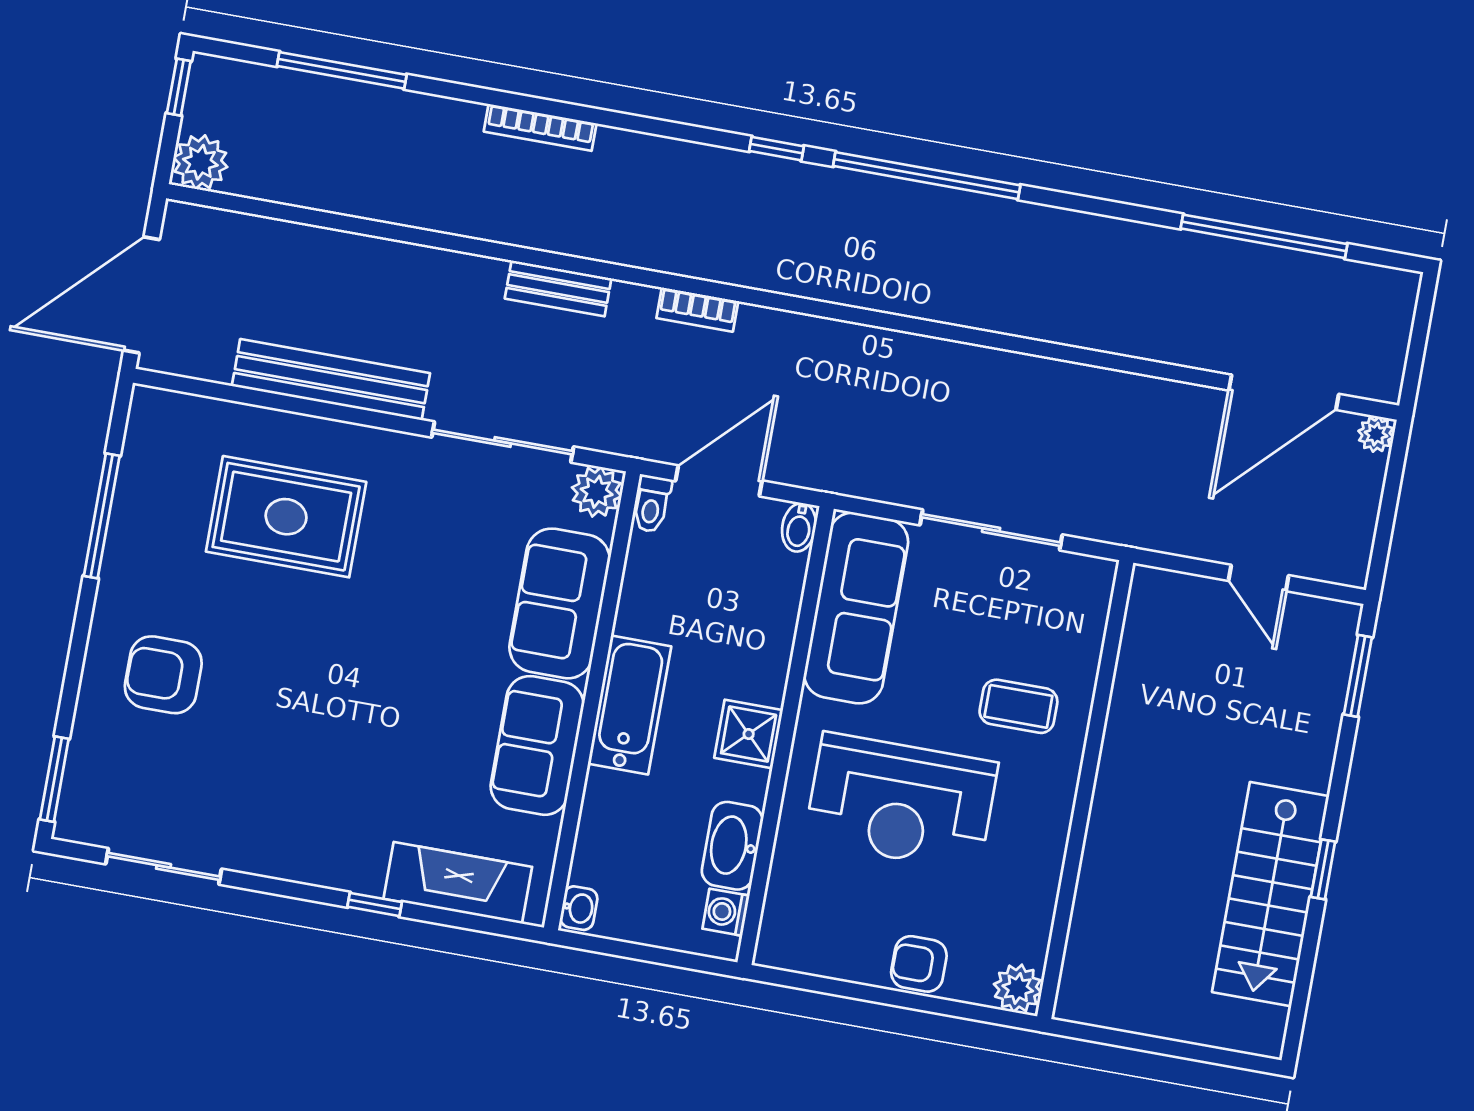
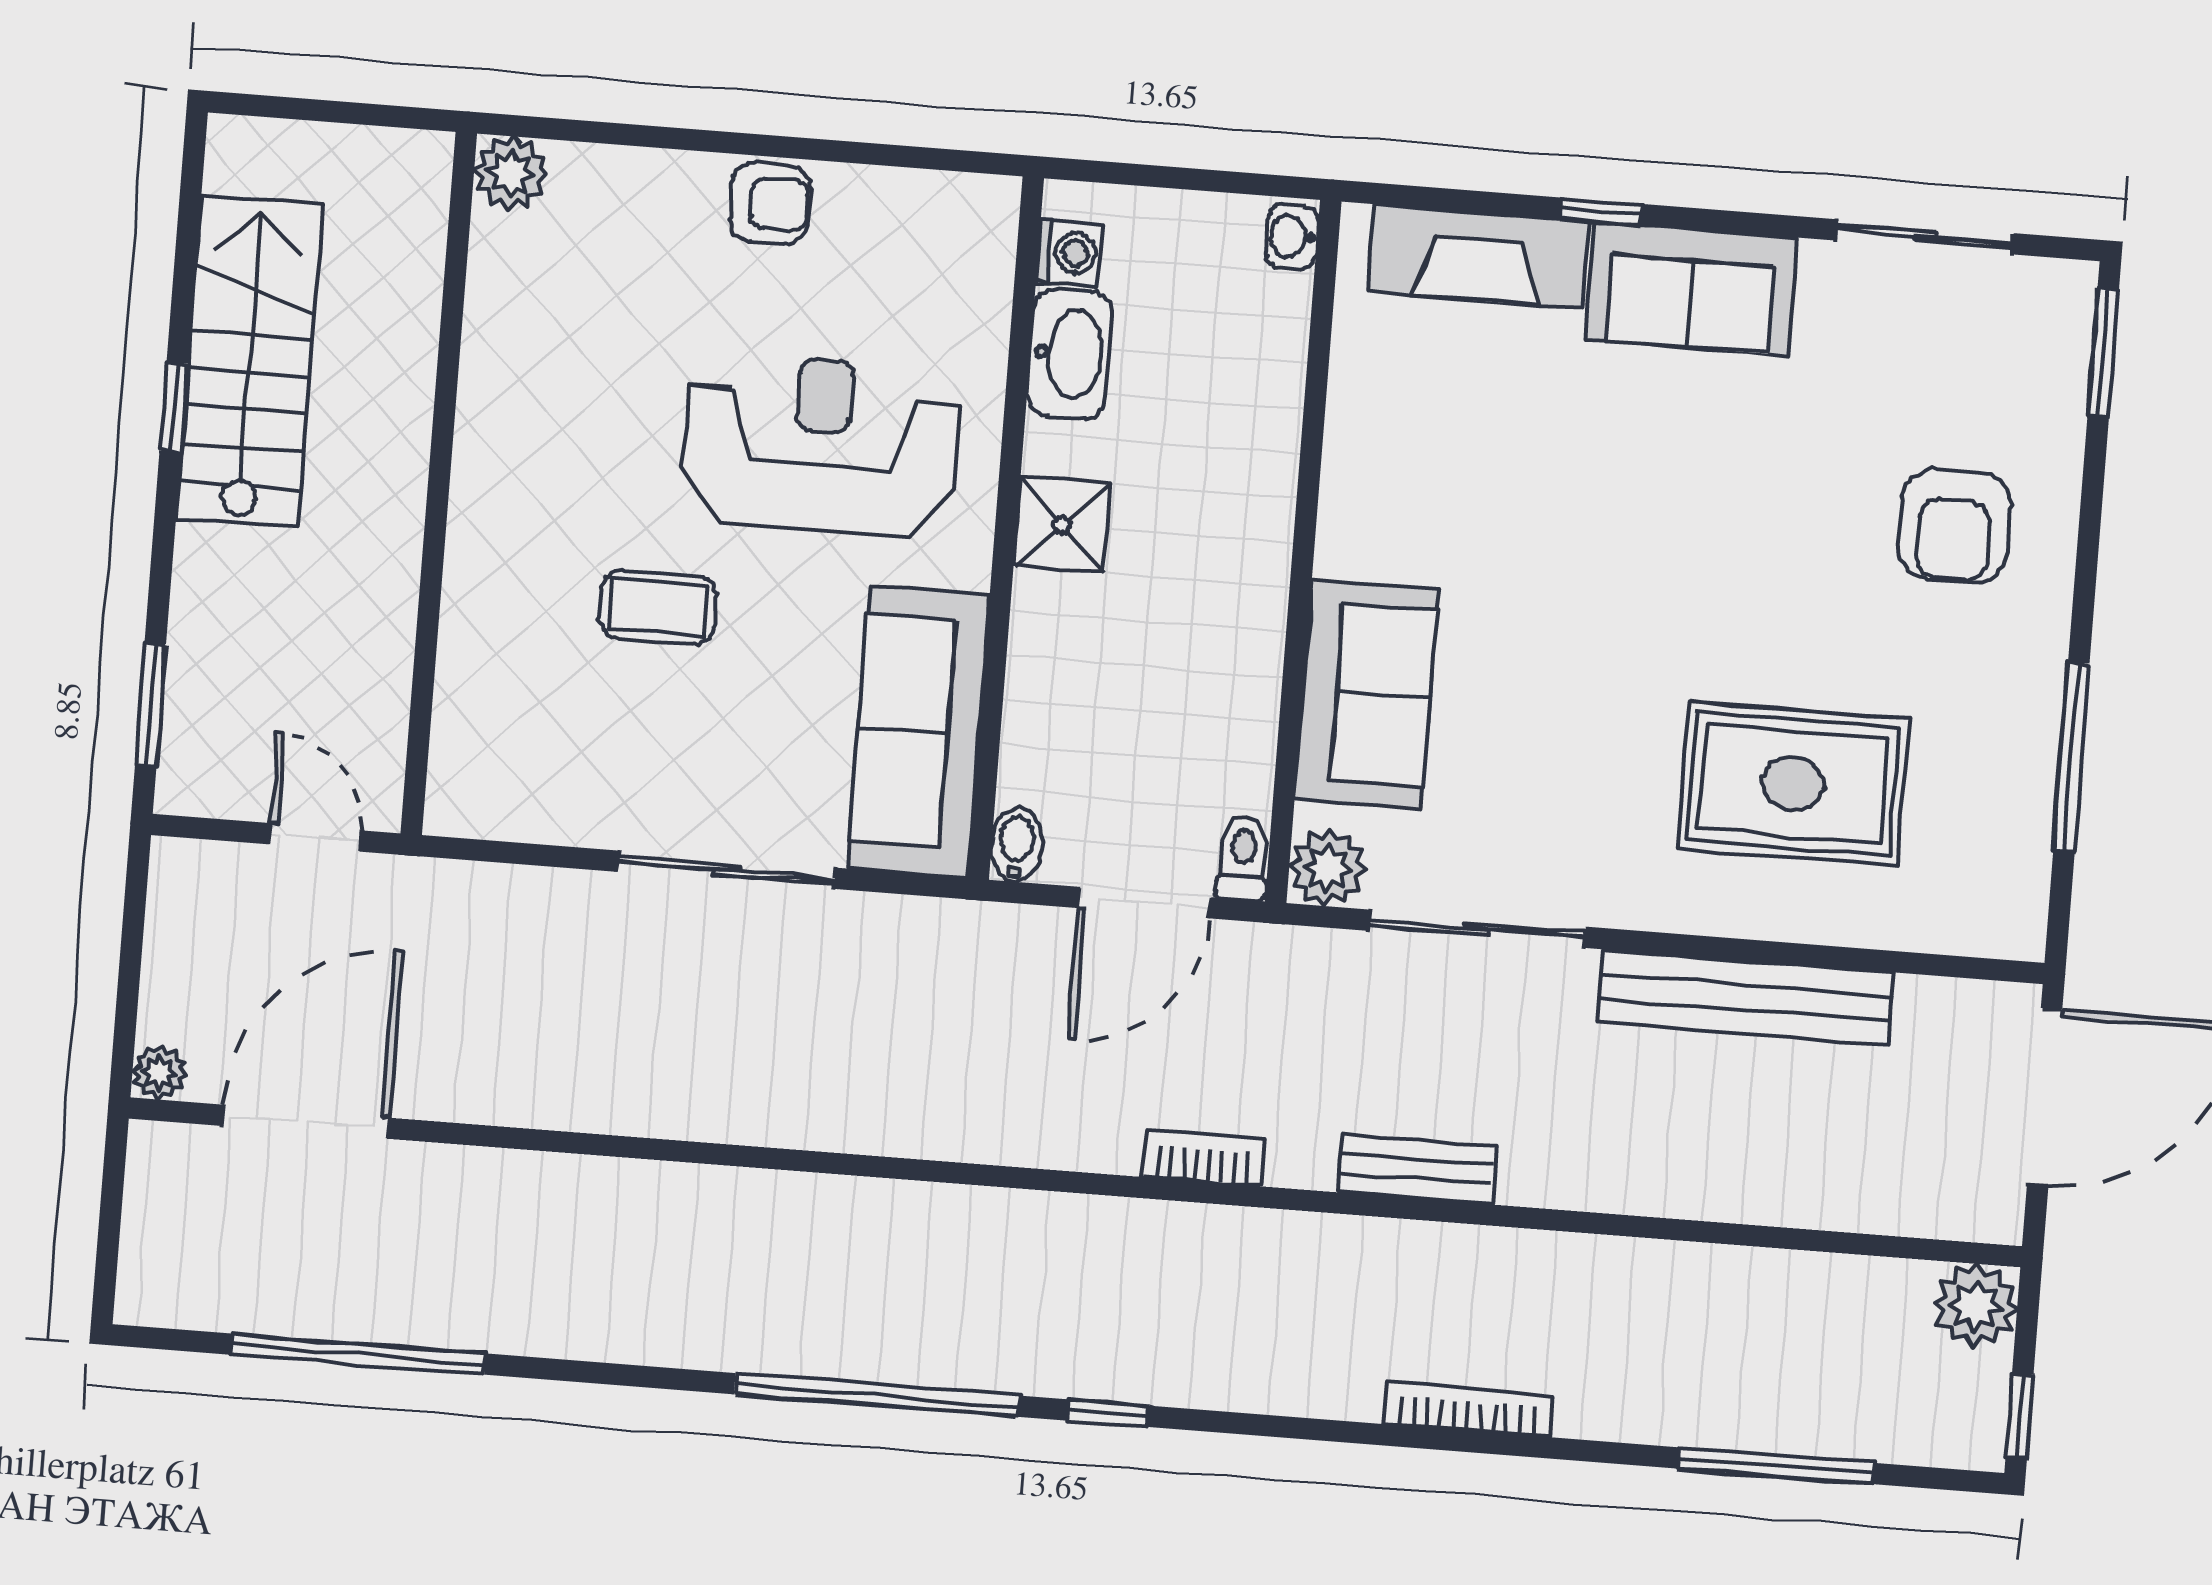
armchair: (163, 675) -> (1954, 526), turned 90
bathtub: (630, 705) -> (1246, 551), removed
sofa: (537, 745) -> (1691, 288), moved, turned 90
wall: (1085, 790) -> (439, 484), moved
plant: (1018, 988) -> (511, 173), moved

